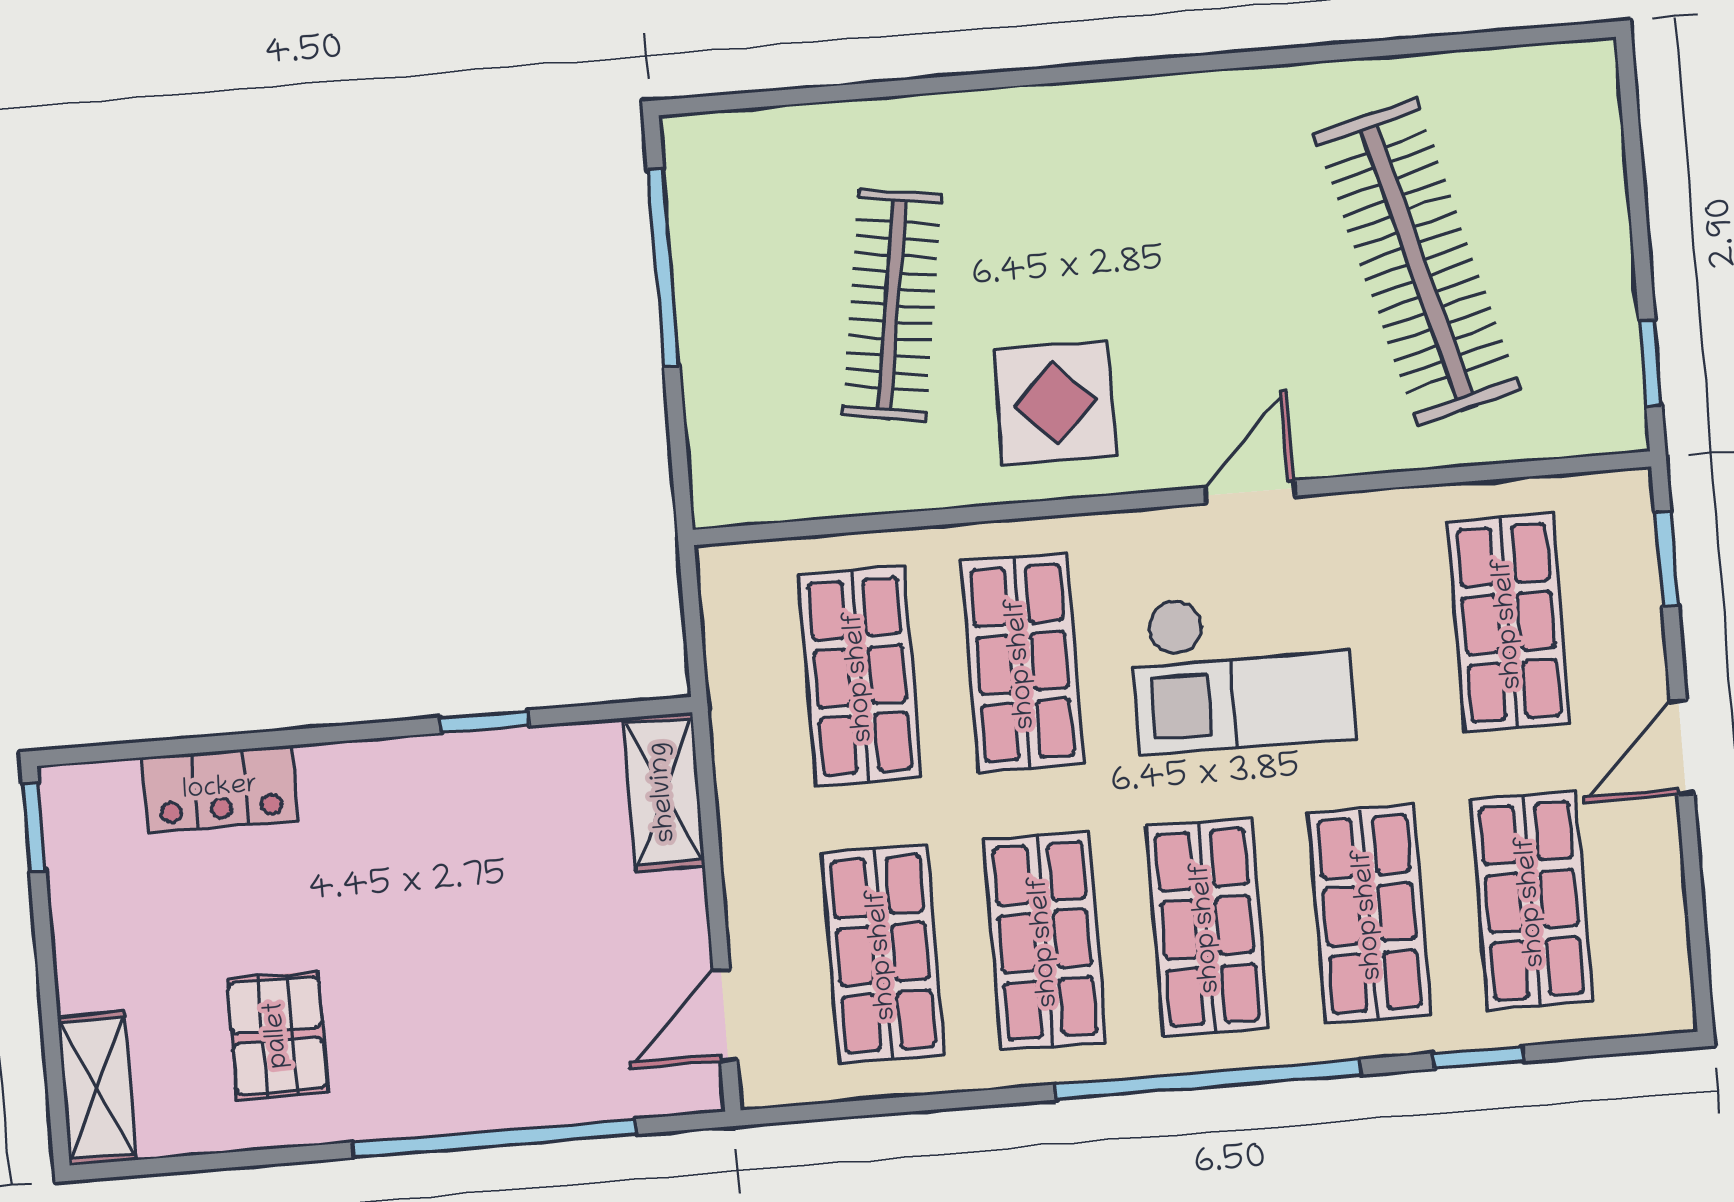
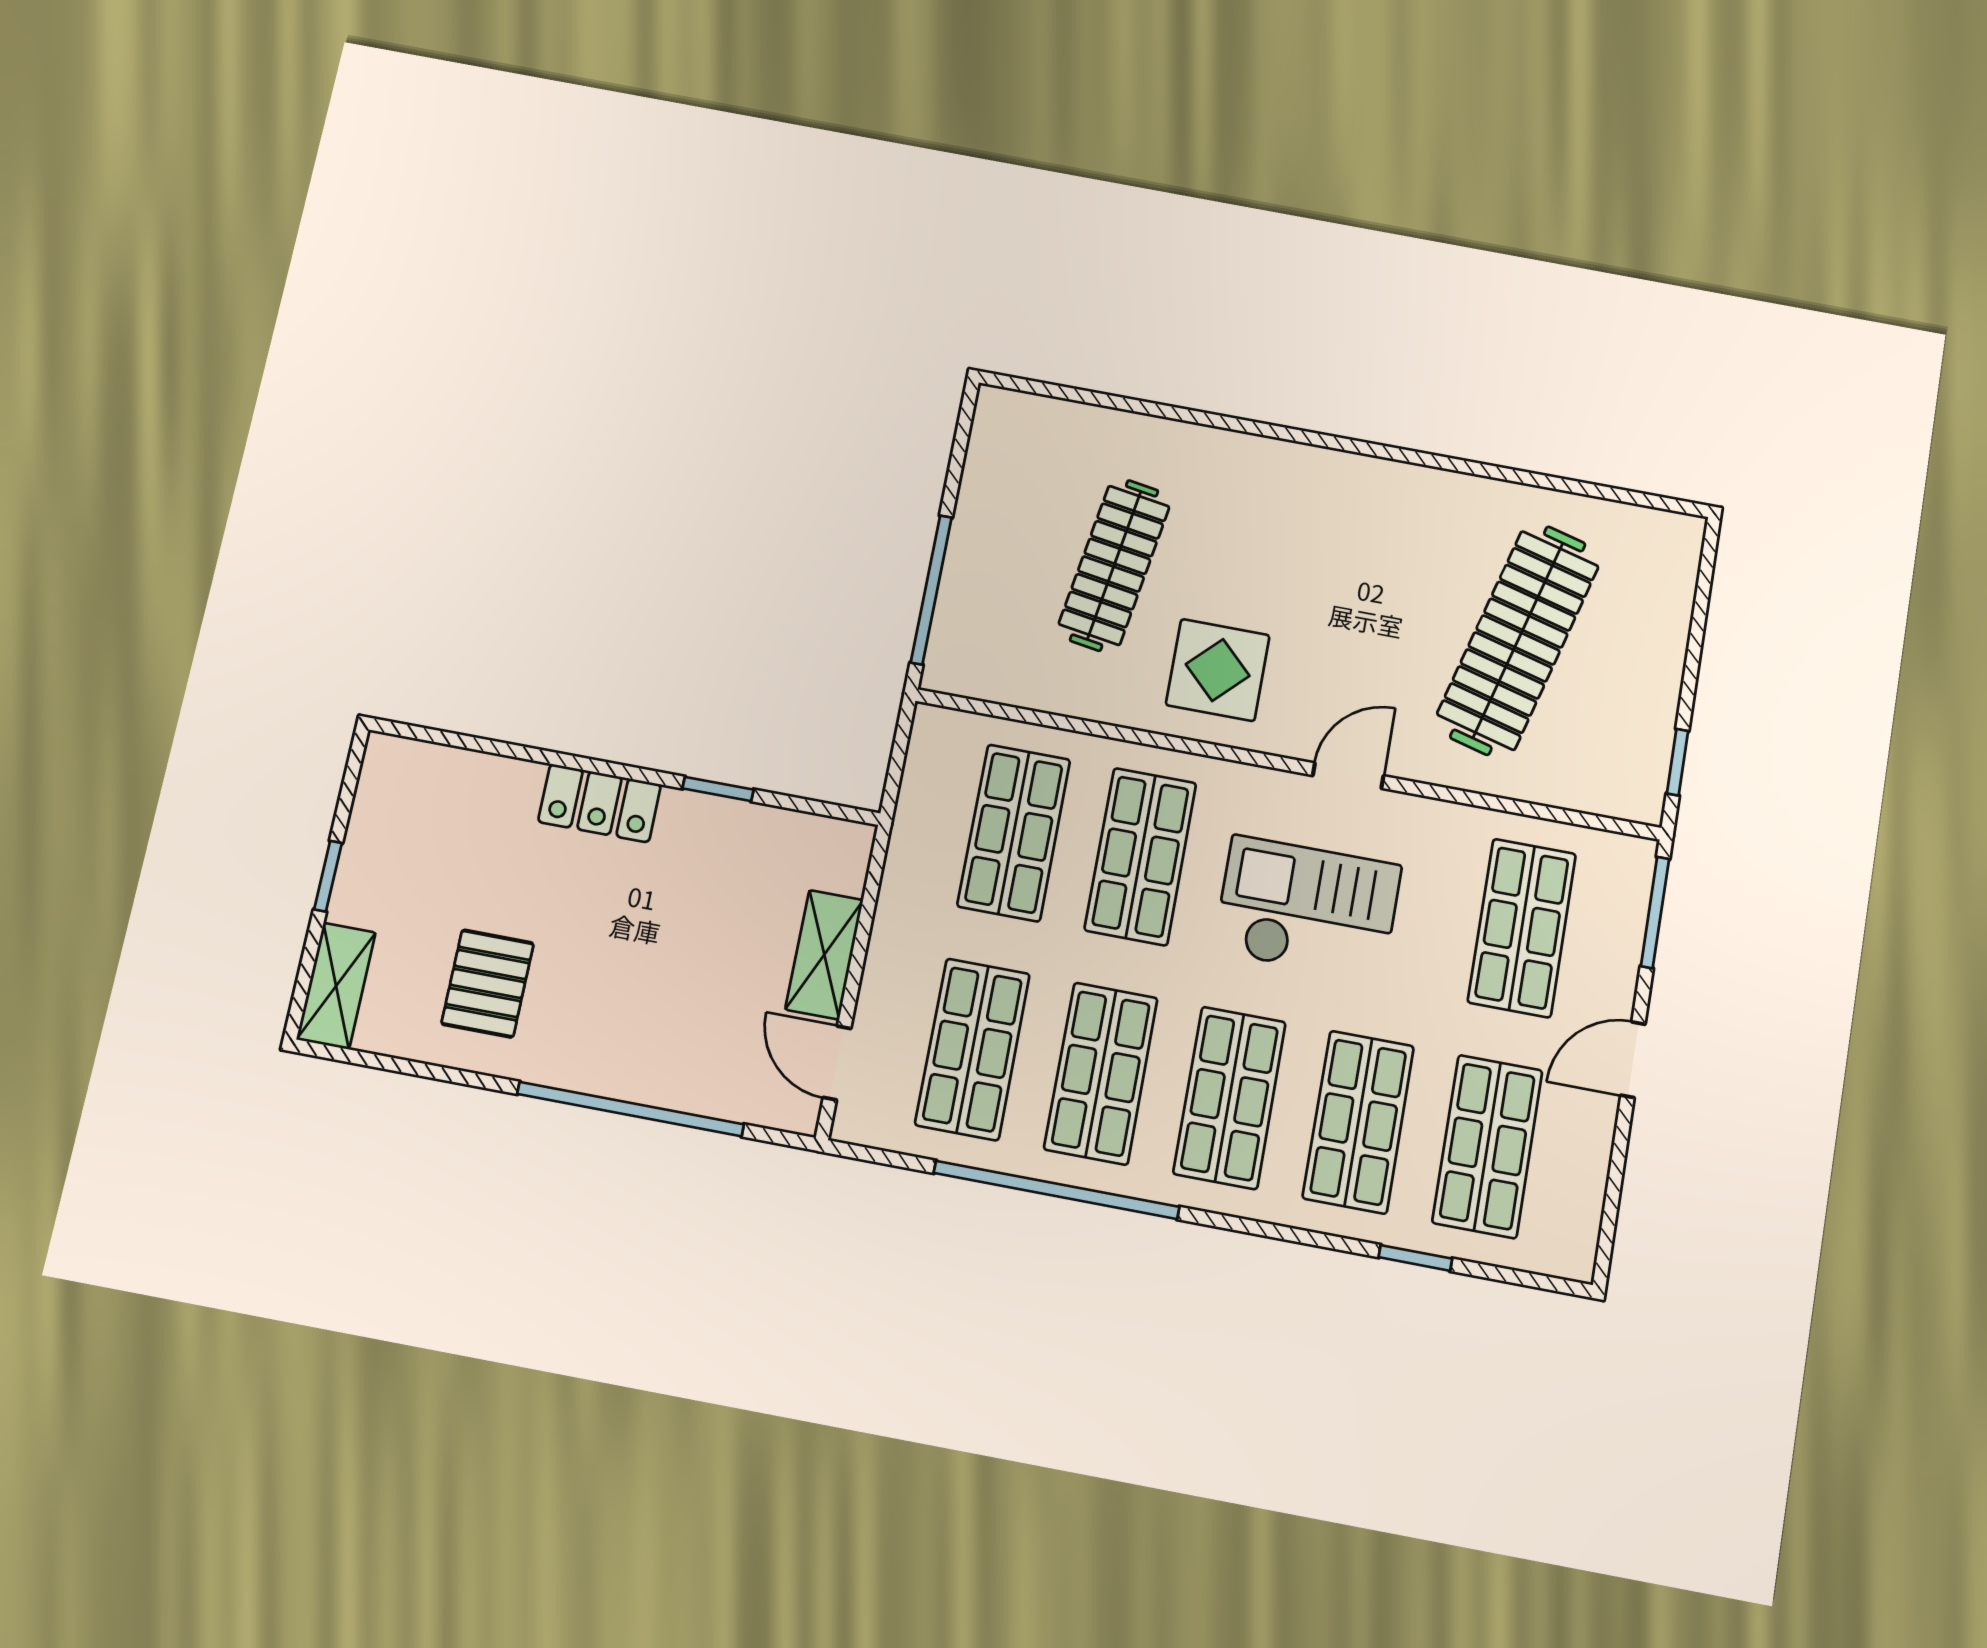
clothes rail: (1417, 262) -> (1518, 640), turned 30
window: (664, 268) -> (931, 590), moved
window: (1666, 559) -> (1655, 912), width x1.50
checkout: (1242, 671) -> (1307, 908), turned 180
locker: (220, 789) -> (599, 803), moved
shelving: (664, 792) -> (824, 955), moved
window: (34, 827) -> (328, 876), moved
door: (725, 1015) -> (837, 1063), hinge flipped
window: (1208, 1080) -> (1056, 1190), moved

